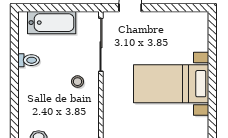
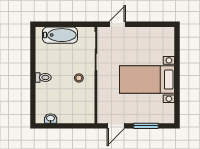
toilet: (29, 60) -> (43, 77), moved

